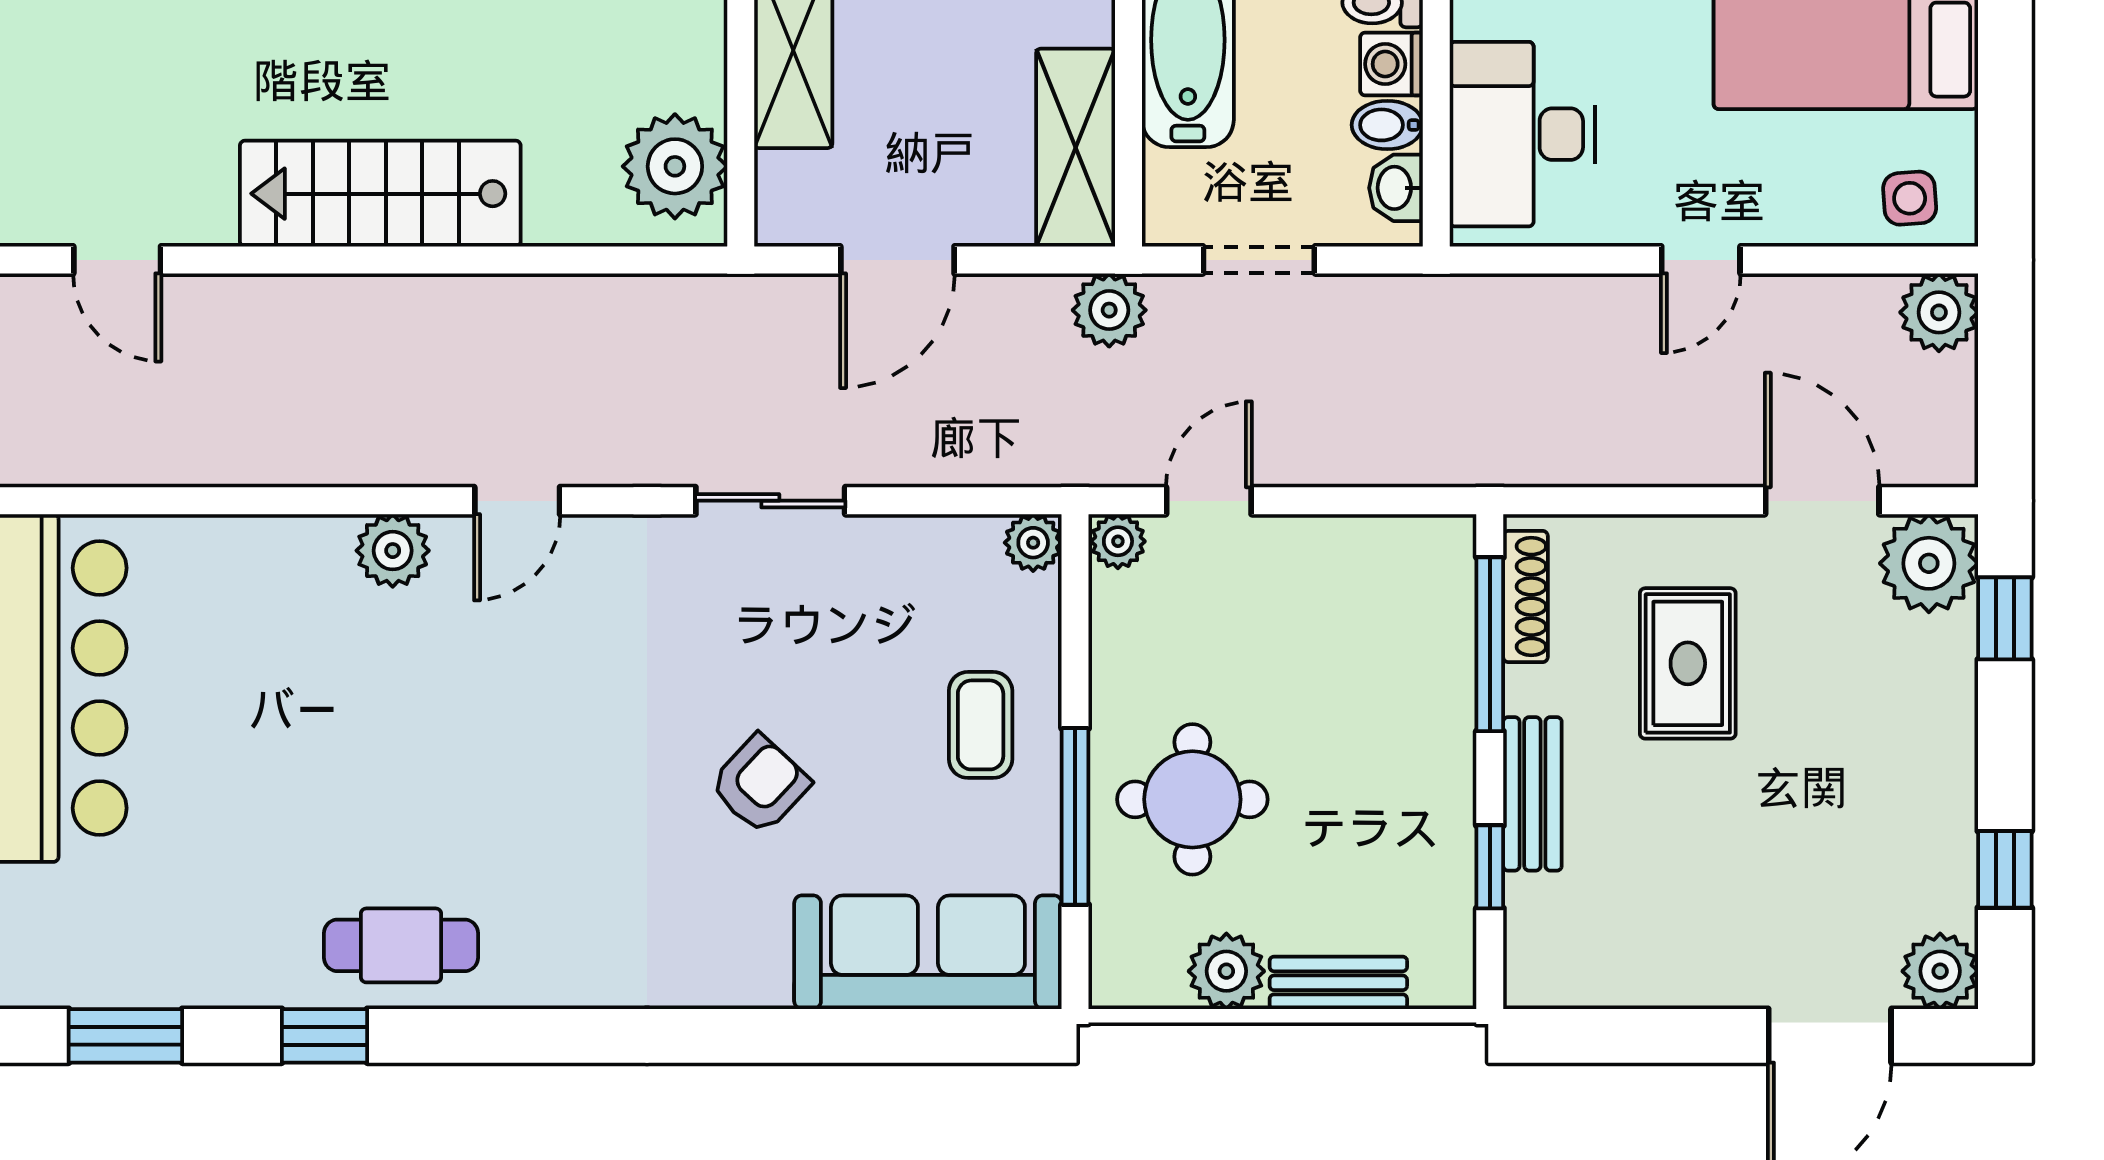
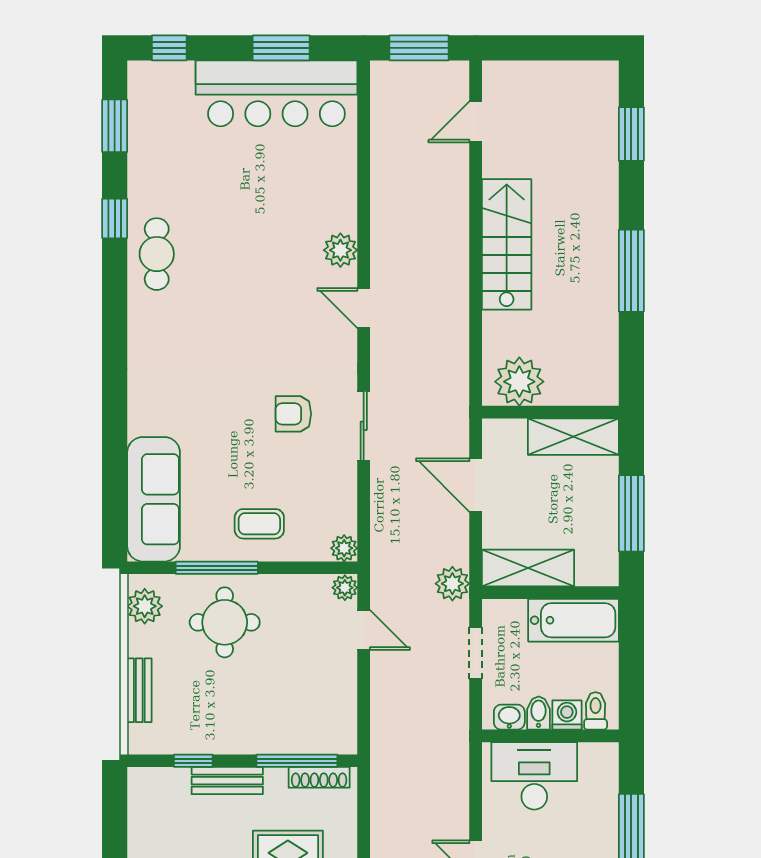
armchair: (760, 784) -> (293, 414), moved, turned 137
plant: (1226, 971) -> (145, 606), moved

